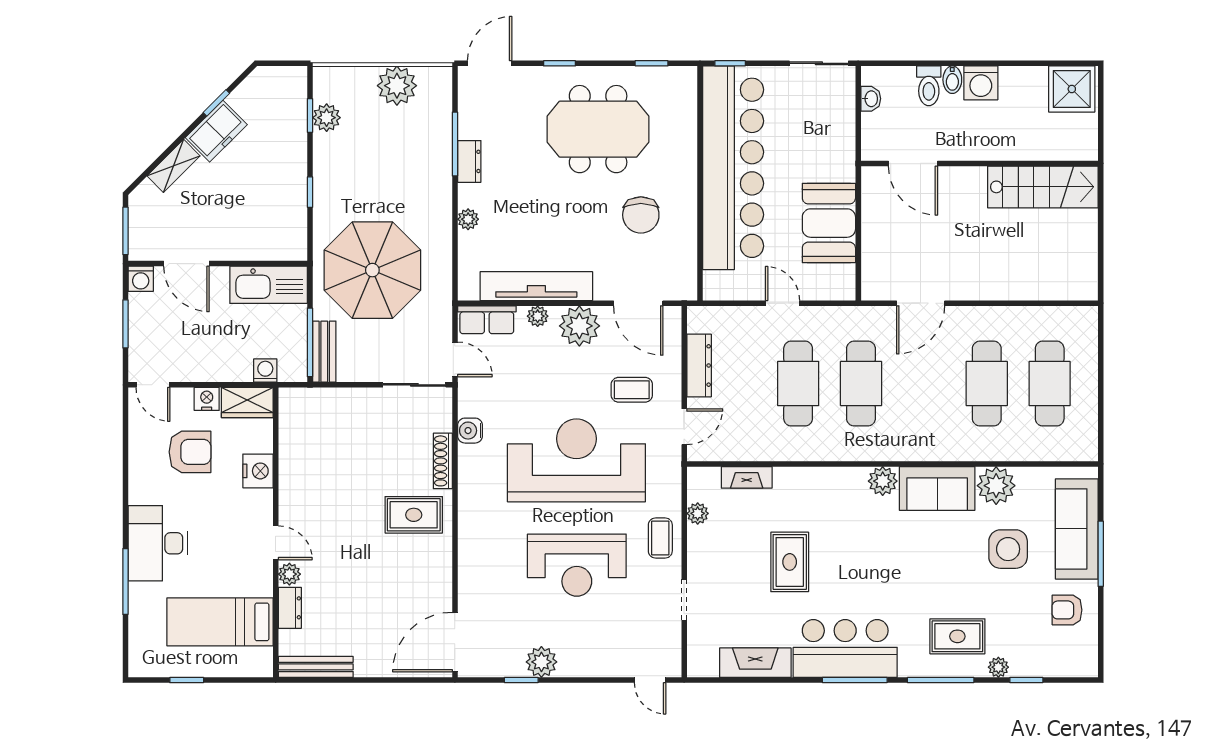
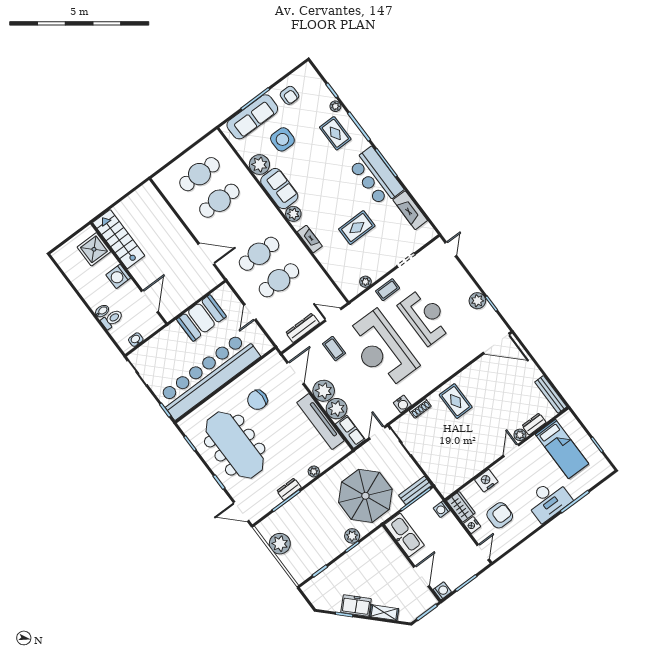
washing machine: (981, 83) -> (118, 276), moved, turned 180
shower: (1072, 89) -> (94, 249), moved
plant: (327, 118) -> (352, 536), moved
meeting table: (598, 129) -> (235, 445), width x1.36
chair: (641, 215) -> (257, 400), turned 180
plant: (538, 316) -> (337, 409), width x1.88, depth x1.88
armchair: (190, 452) -> (500, 515), turned 90
shoe rack: (443, 461) -> (420, 408), width x0.70
fireplace: (747, 477) -> (310, 239), moved

